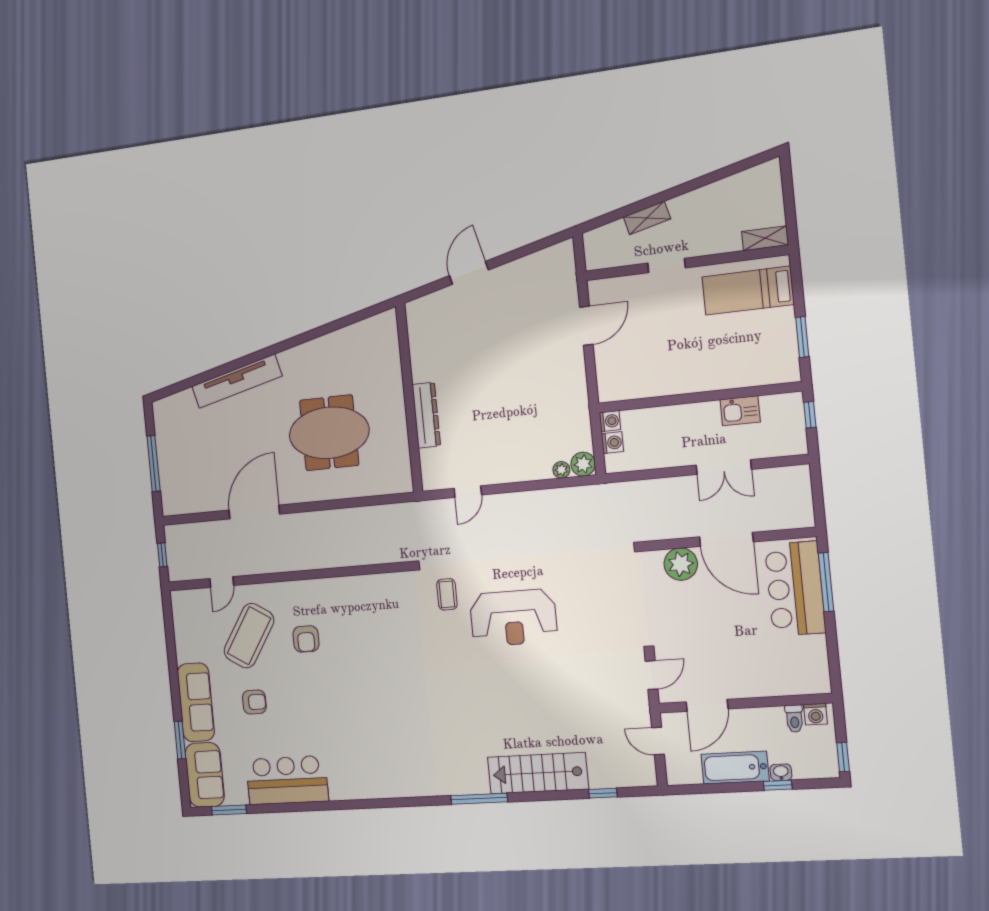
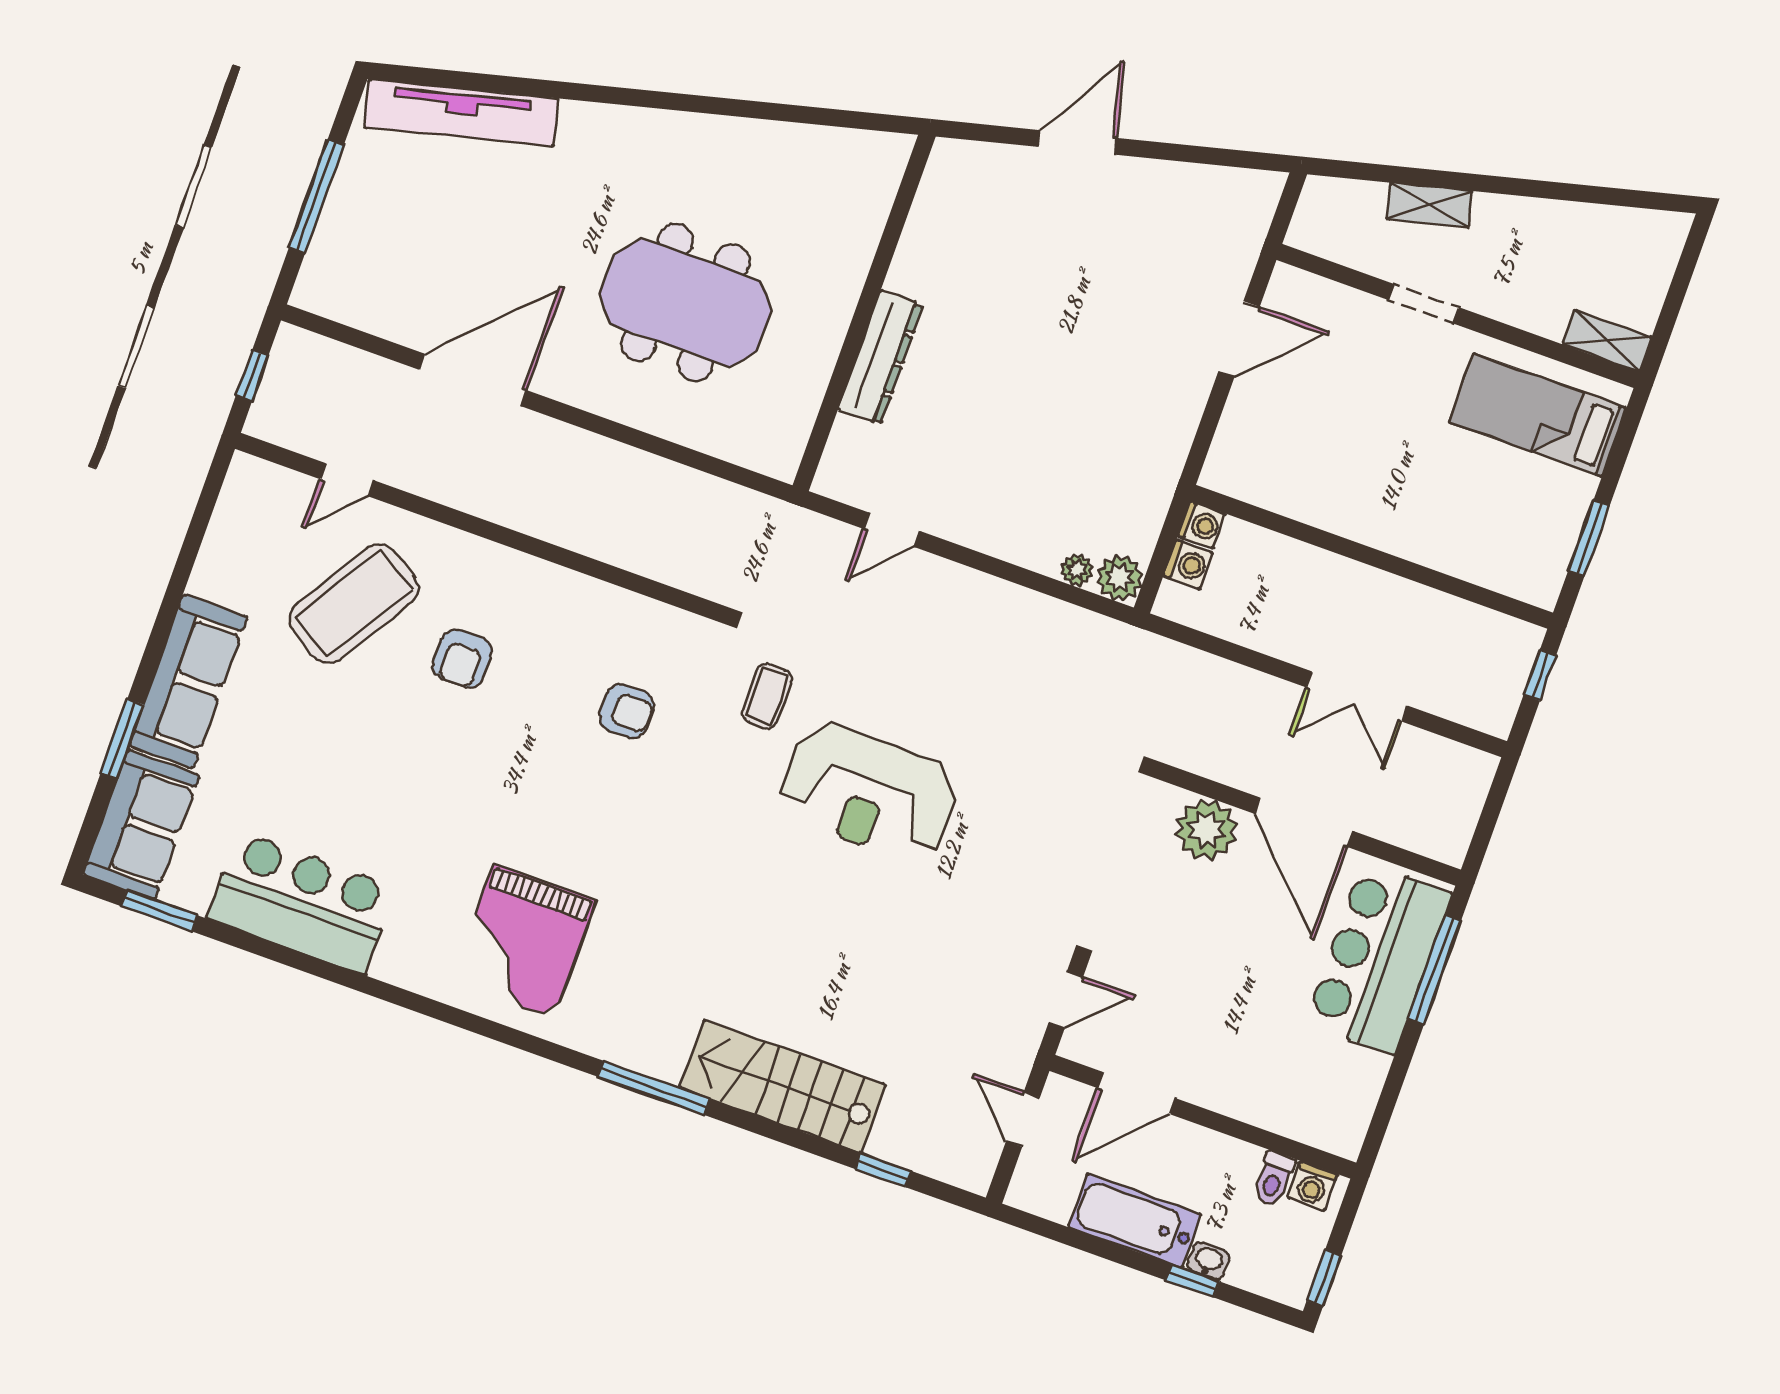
tv unit: (237, 381) -> (461, 113), moved
kitchen sink: (740, 411) -> (1429, 613), removed
armchair: (254, 702) -> (627, 711), moved
grand piano: (391, 756) -> (523, 942), added

